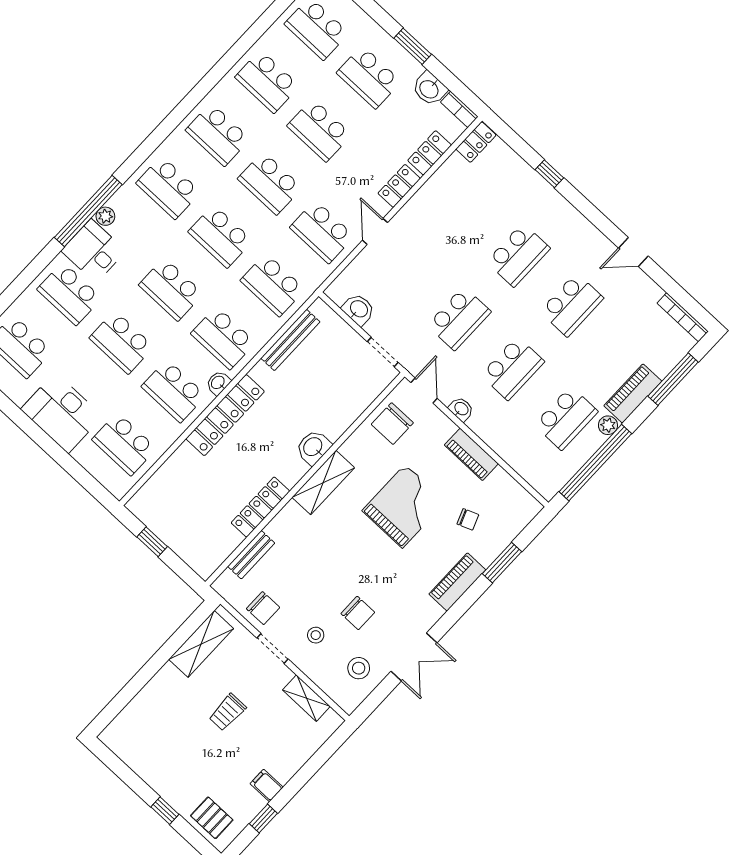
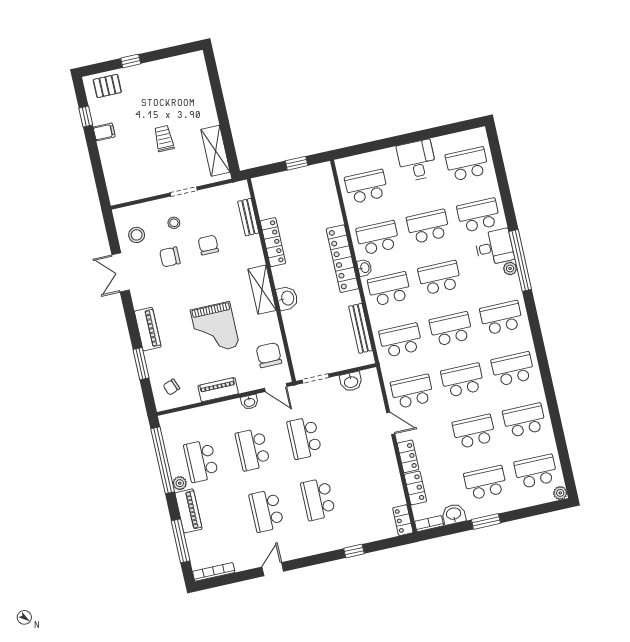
desk: (62, 413) -> (417, 161), width x0.73
chair: (468, 519) -> (171, 387), moved
chair: (263, 608) -> (208, 245), moved, turned 90
shelving: (306, 698) -> (140, 191), removed

